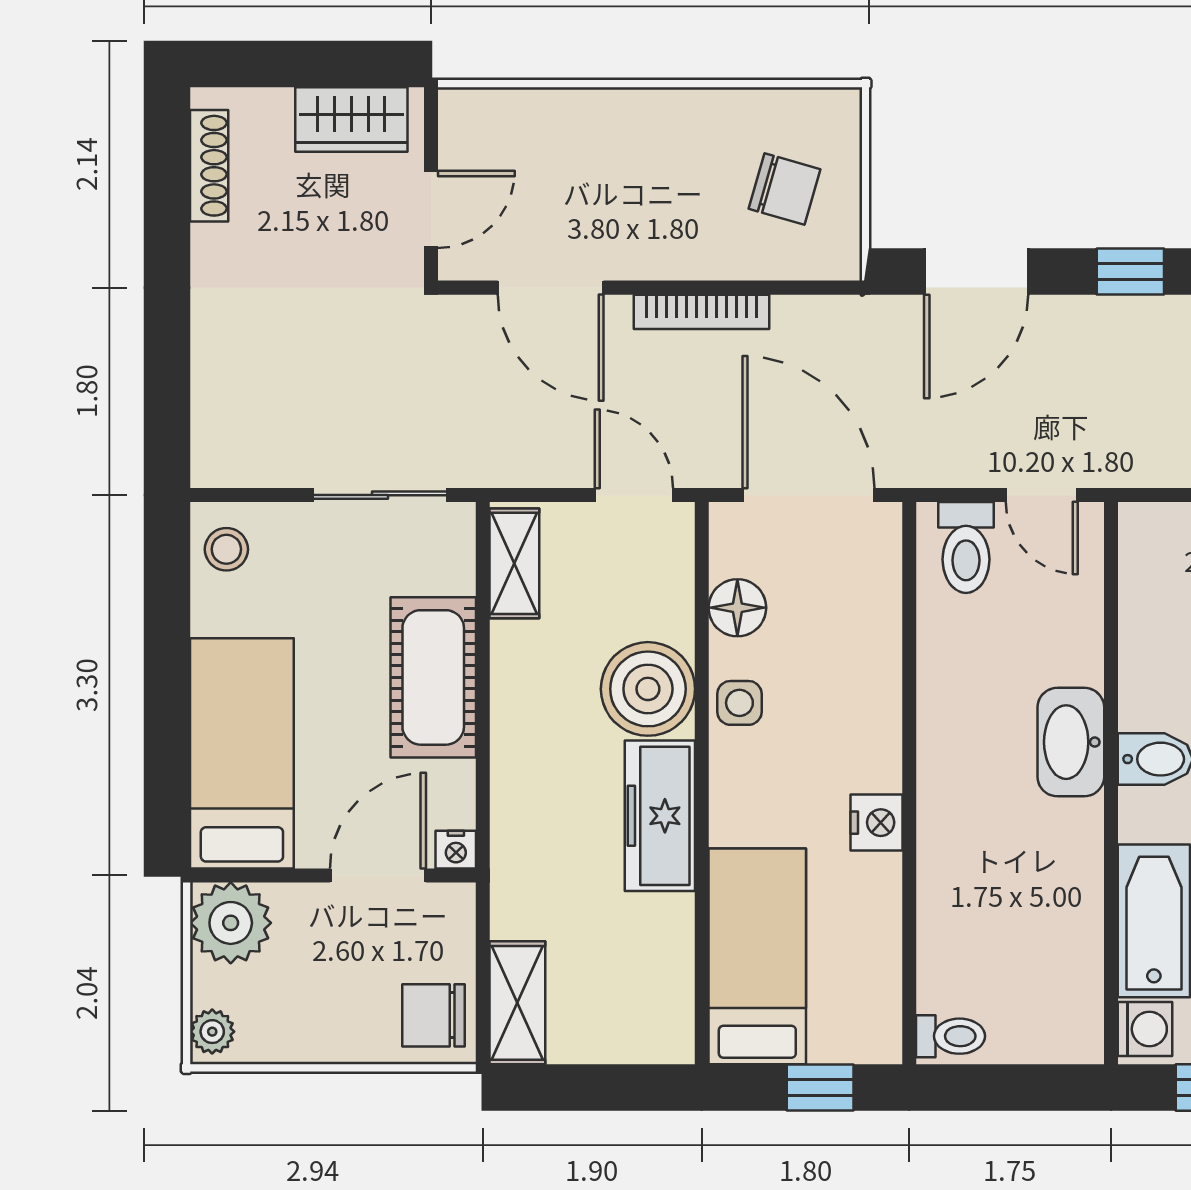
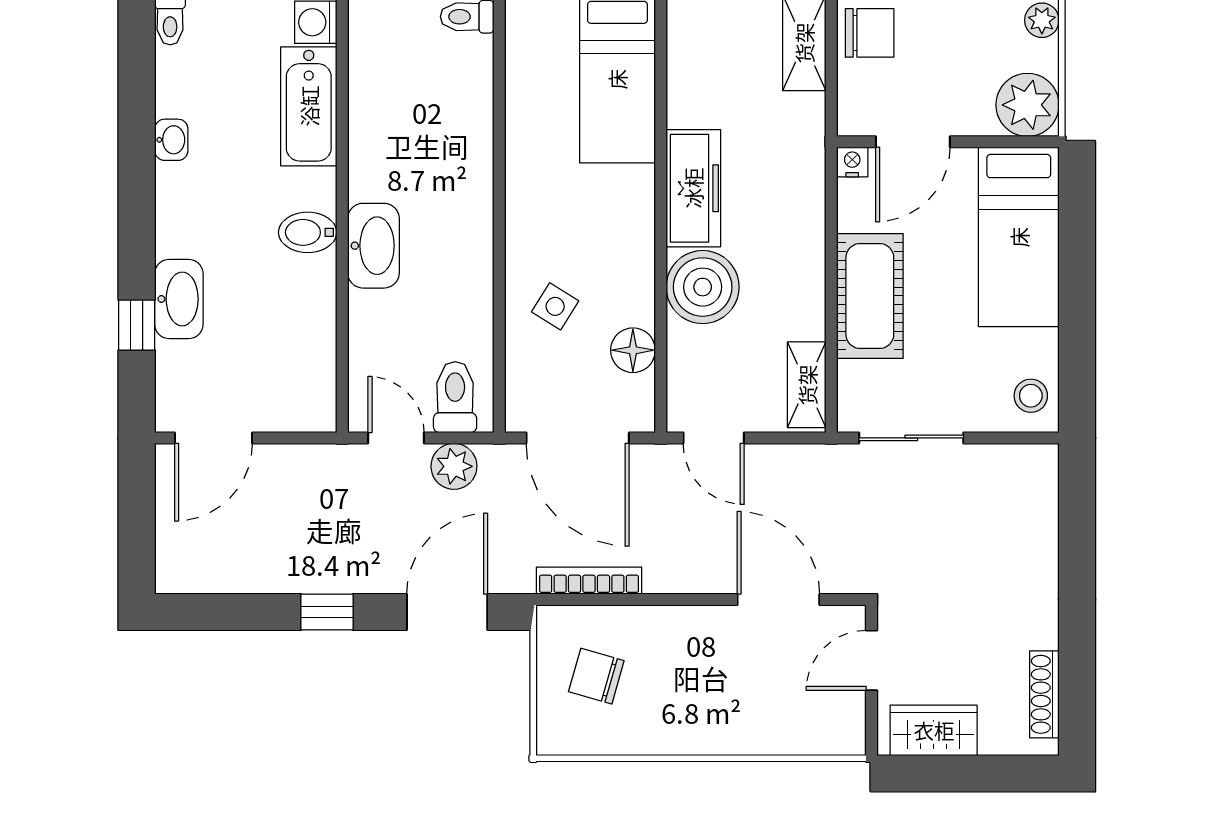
bookcase: (702, 312) -> (589, 581), moved
plant: (967, 459) -> (454, 466), added
side table: (739, 703) -> (555, 306), moved, turned 32
nightstand: (877, 823) -> (525, 183), removed

